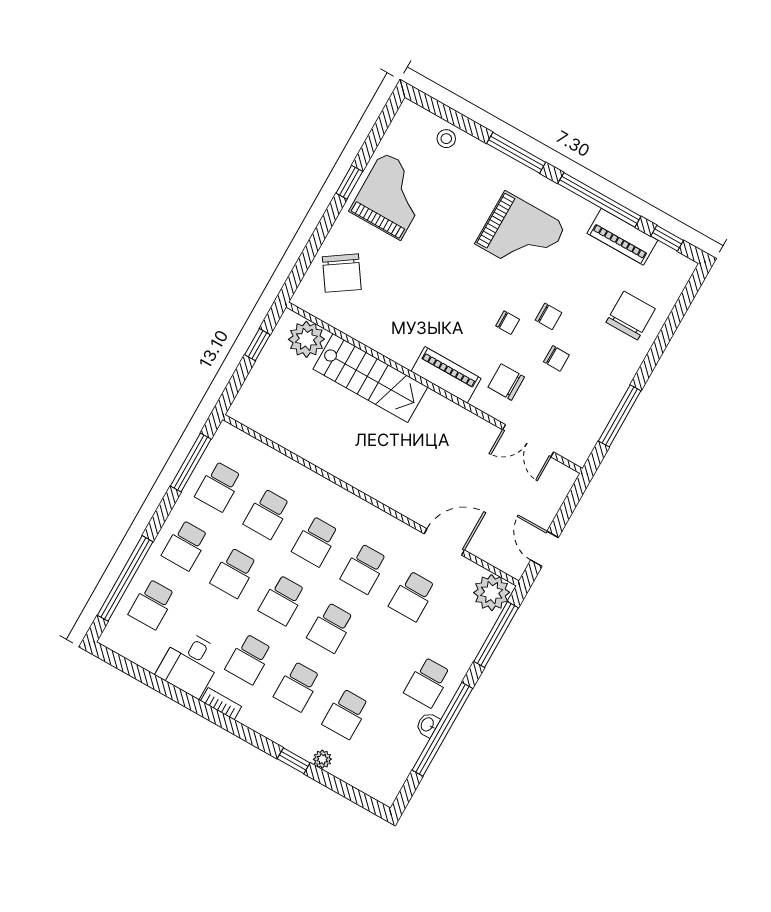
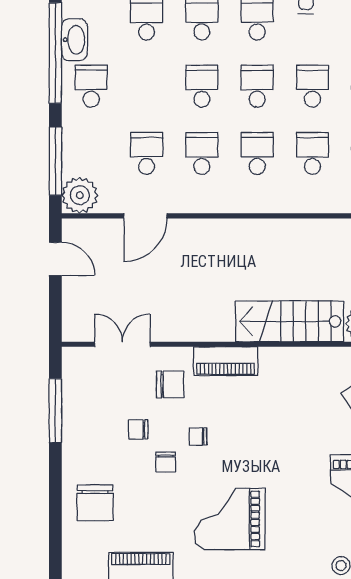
chair: (548, 316) -> (166, 462), turned -90
washbasin: (428, 725) -> (74, 40), width x1.91, depth x1.45

